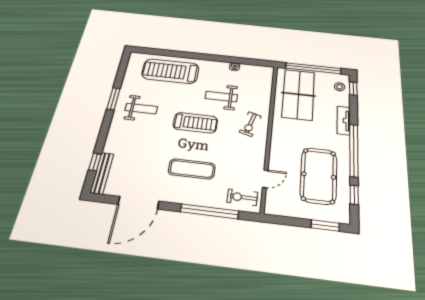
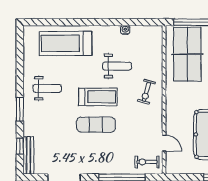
weight bench: (221, 97) -> (117, 66), turned 180
window: (113, 99) -> (20, 109), moved
exercise mat: (192, 169) -> (96, 125), moved
door: (265, 179) -> (164, 143), hinge flipped

